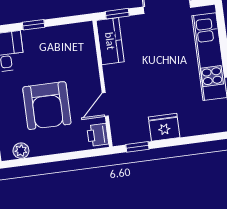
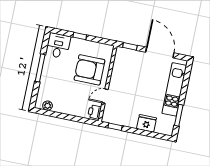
kitchen counter: (110, 41) -> (120, 61), removed
armchair: (47, 106) -> (89, 70), moved, turned 90
fridge: (164, 127) -> (146, 123), moved

